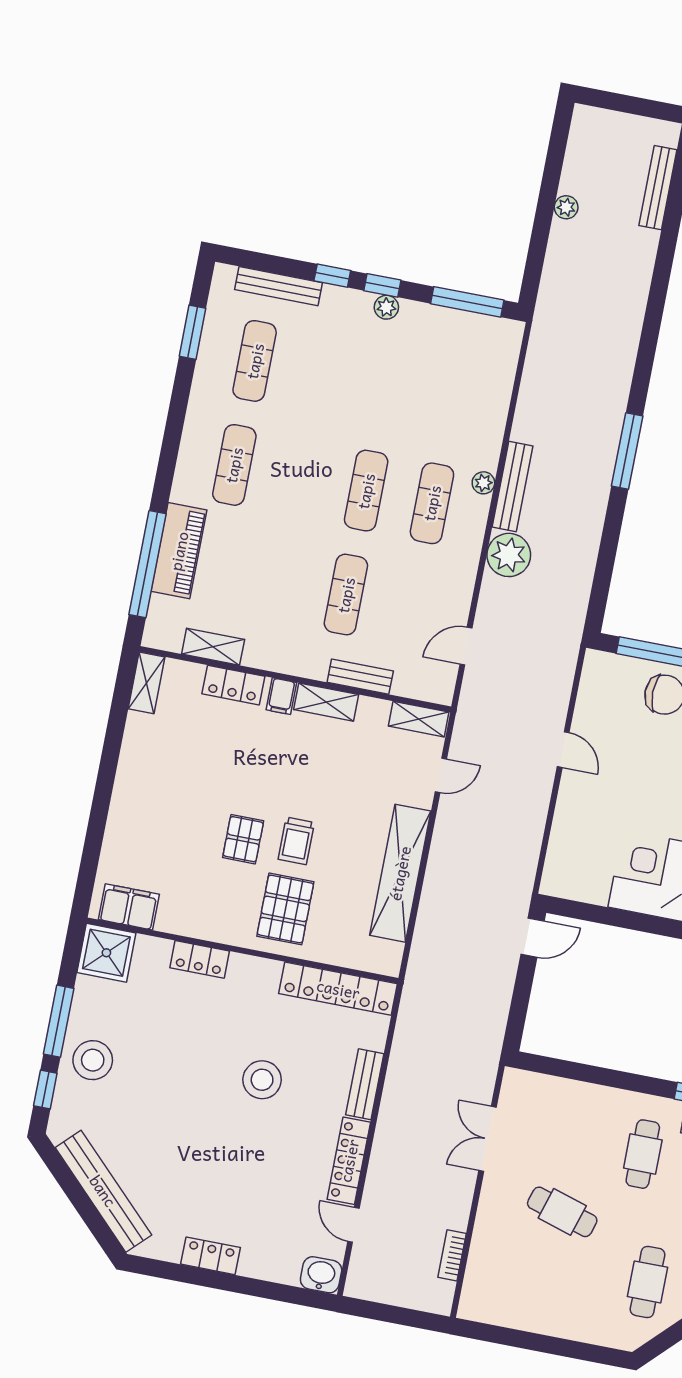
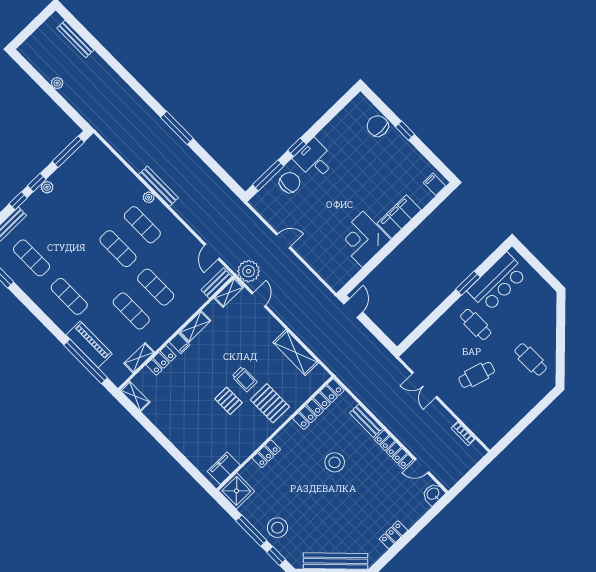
plant: (509, 555) -> (249, 271), moved
exercise mat: (280, 582) -> (131, 311), added
bench: (360, 677) -> (216, 283), moved
shelving: (400, 873) -> (296, 353), width x0.68

